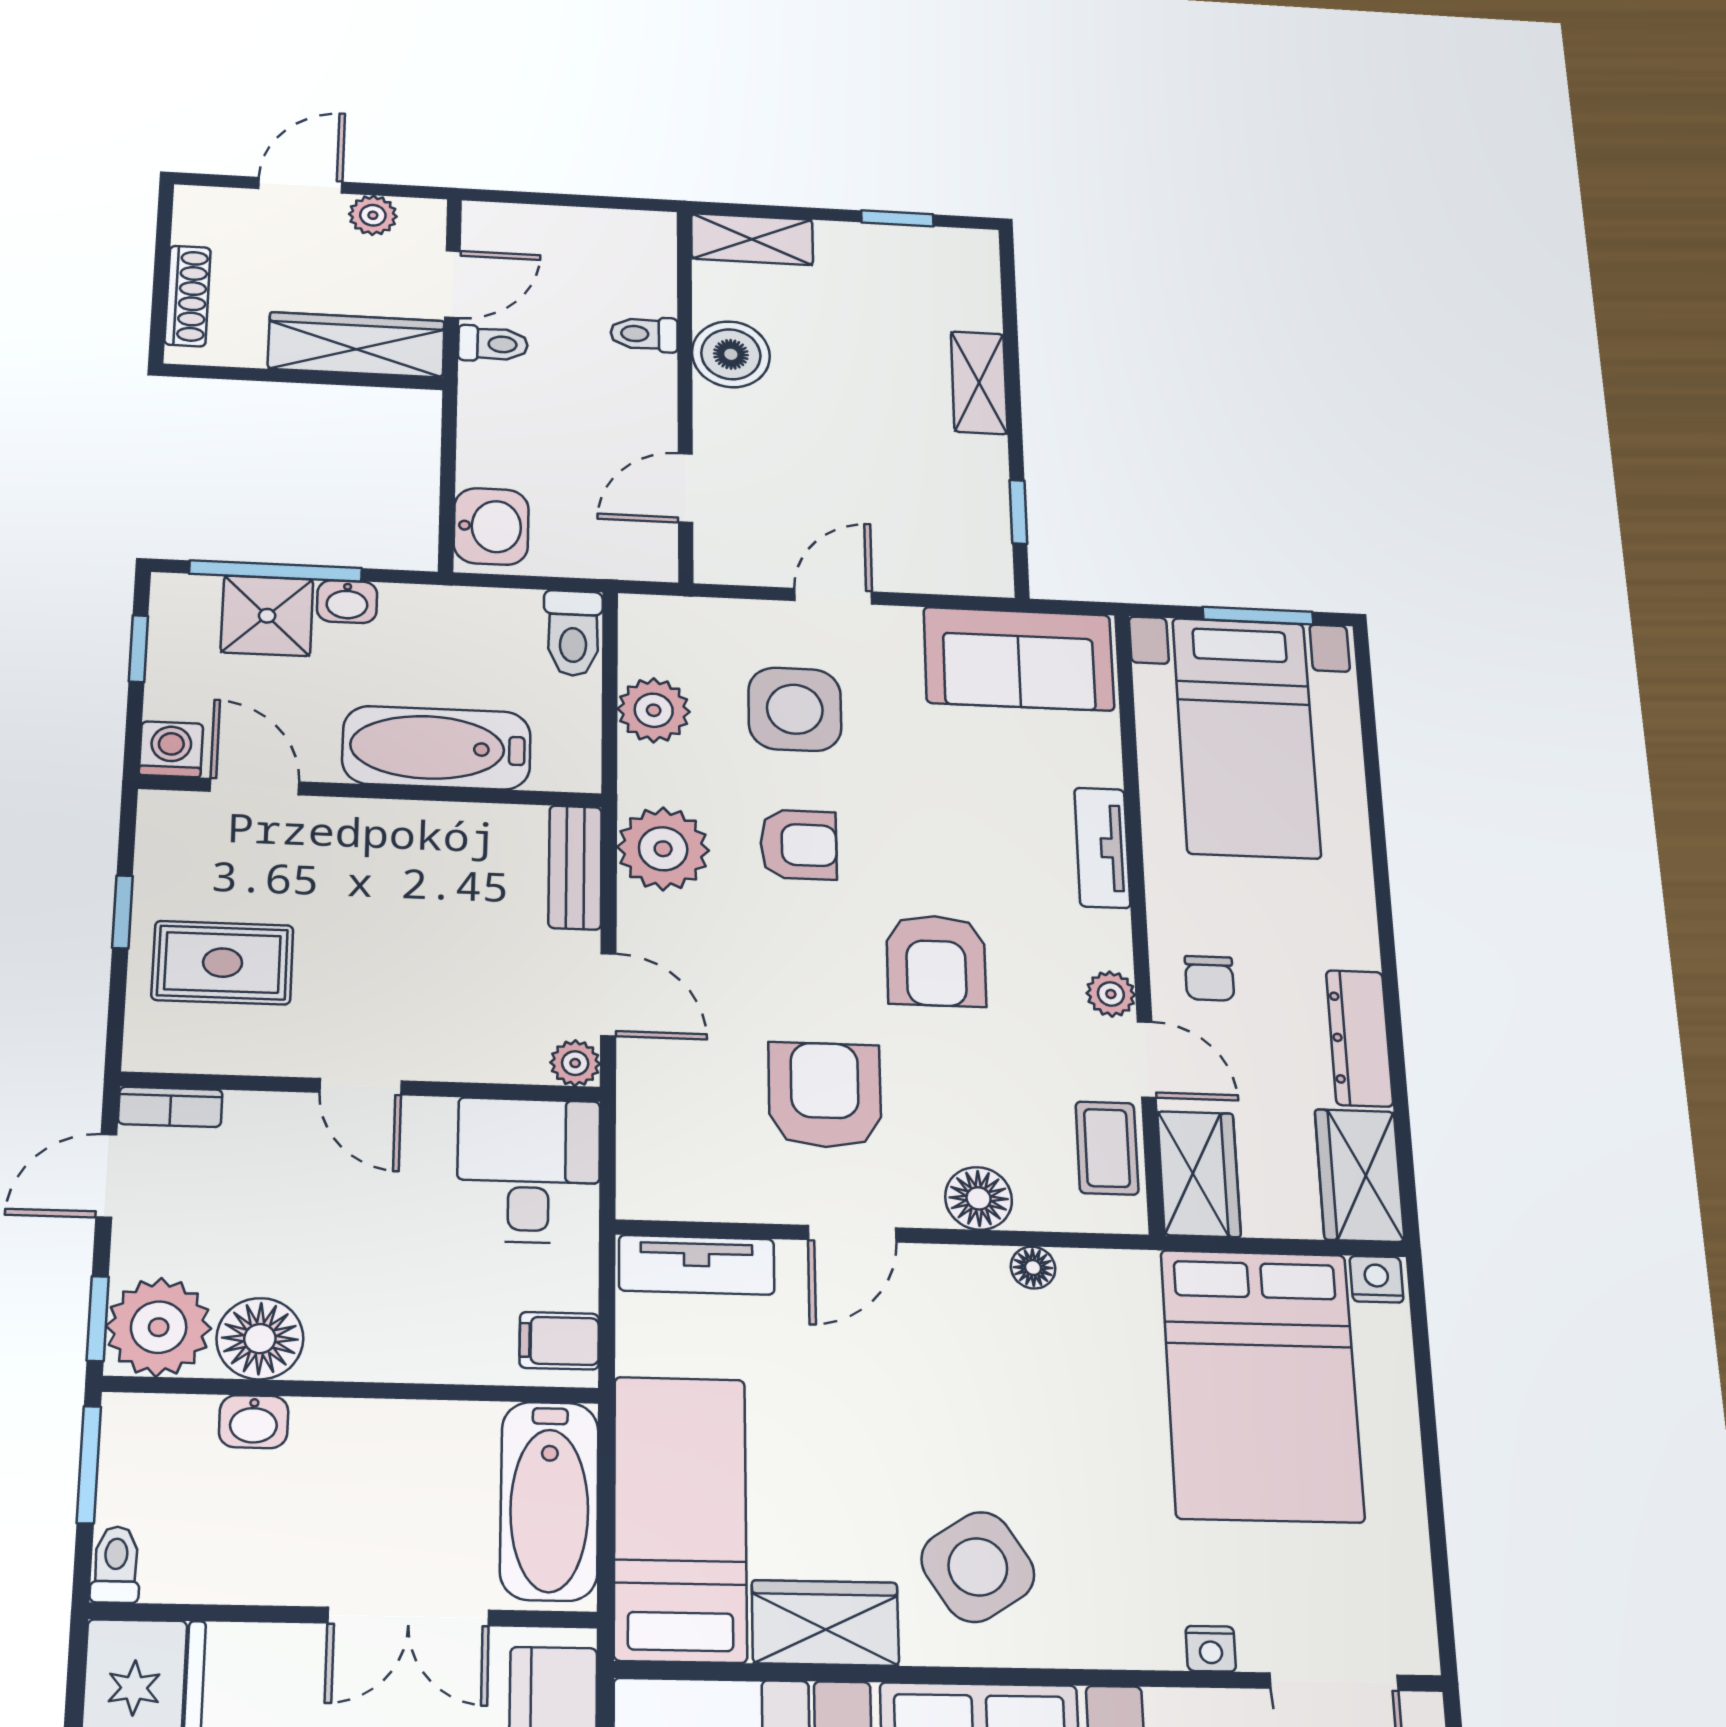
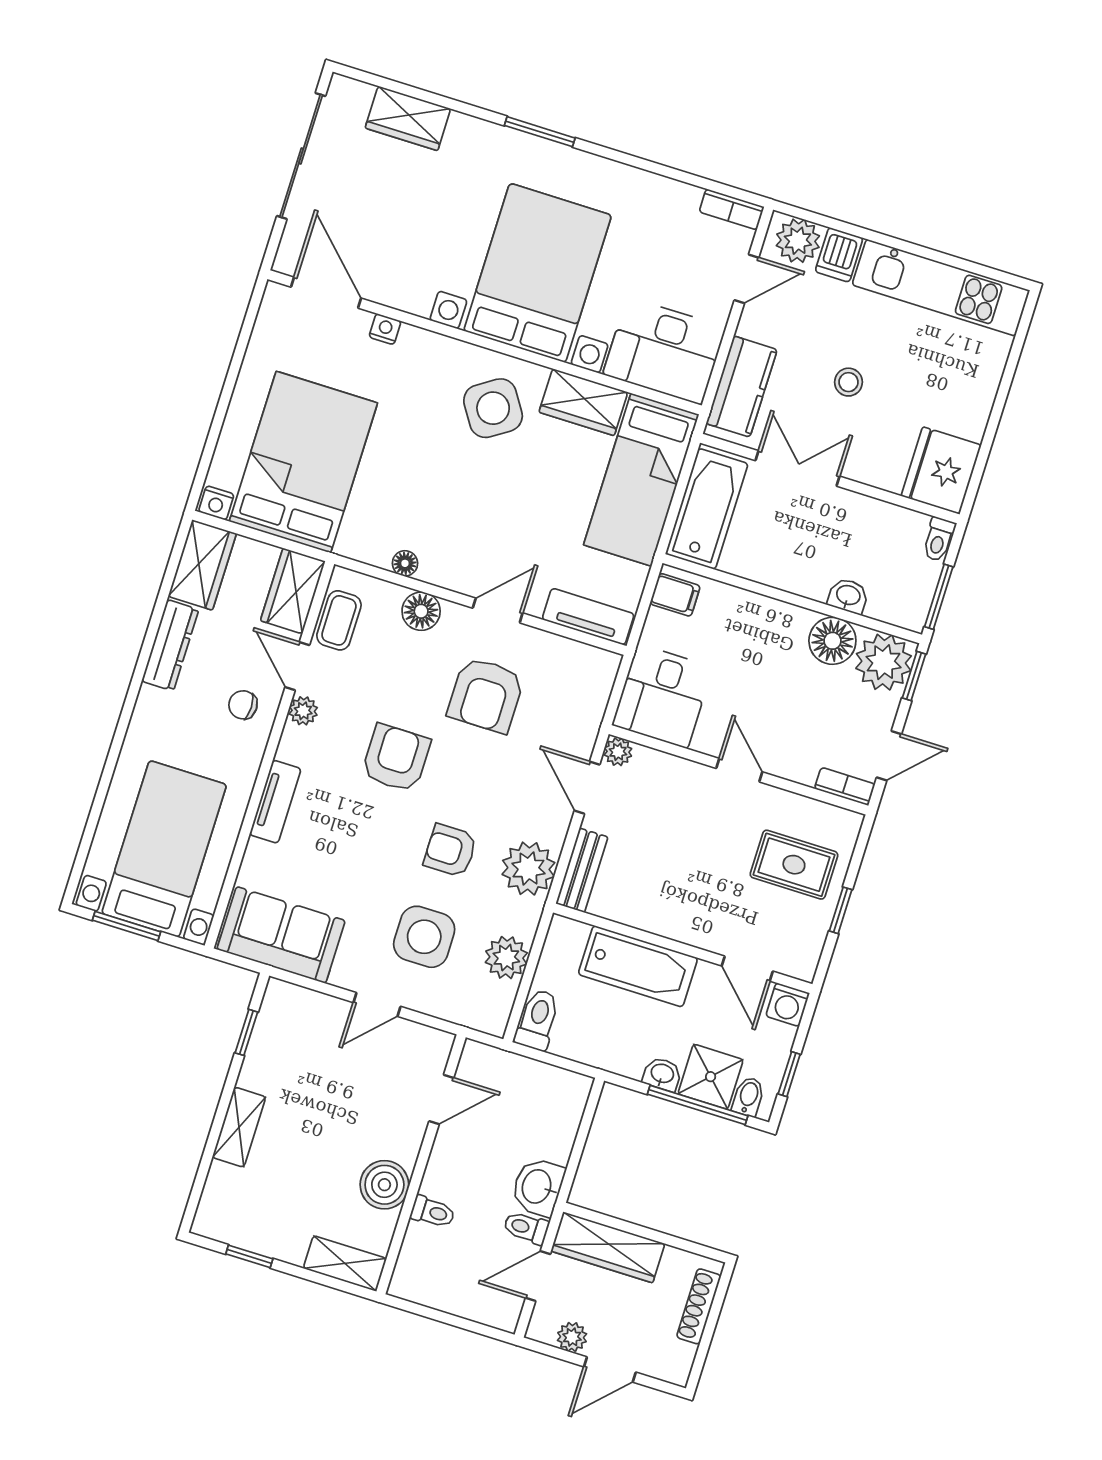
washbasin: (491, 526) -> (538, 1187), moved
bidet: (196, 601) -> (748, 1097), added
chair: (1209, 978) -> (243, 705), turned -90

